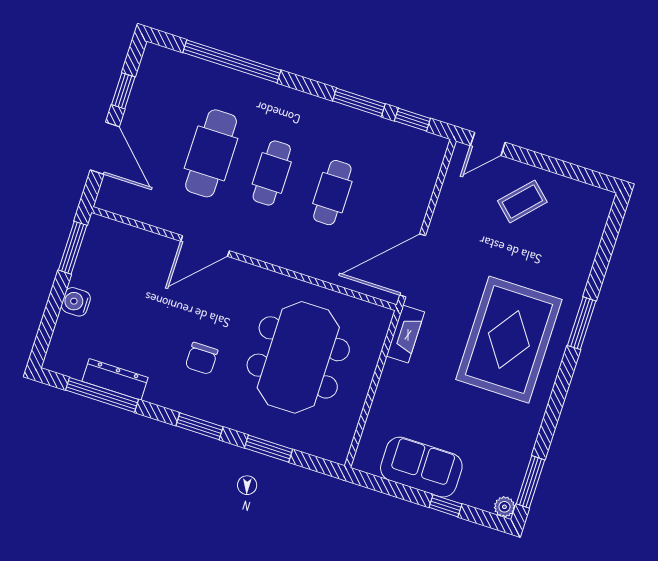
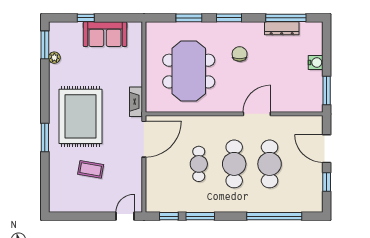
cafe table: (272, 173) -> (234, 164), width x1.37, depth x1.35
coffee table: (522, 201) -> (91, 169), moved, turned 57
plant: (504, 507) -> (54, 58), moved

